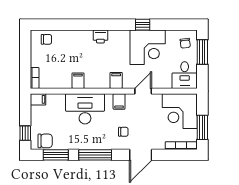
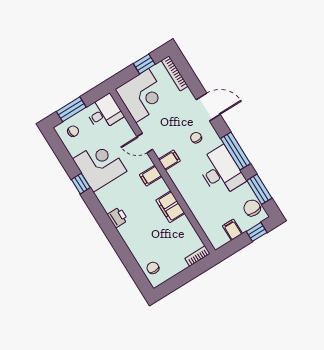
filing cabinet: (78, 81) -> (170, 207), width x2.00
filing cabinet: (38, 99) -> (232, 230), moved
desk: (85, 109) -> (221, 171), moved, turned 180
window: (202, 127) -> (144, 64), width x0.67

